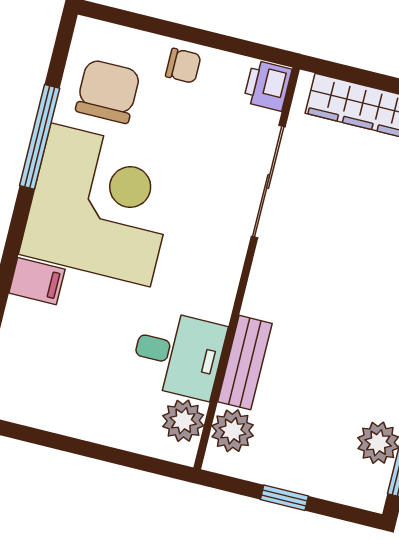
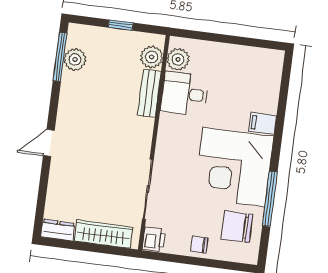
chair: (108, 91) -> (237, 227), turned 90

